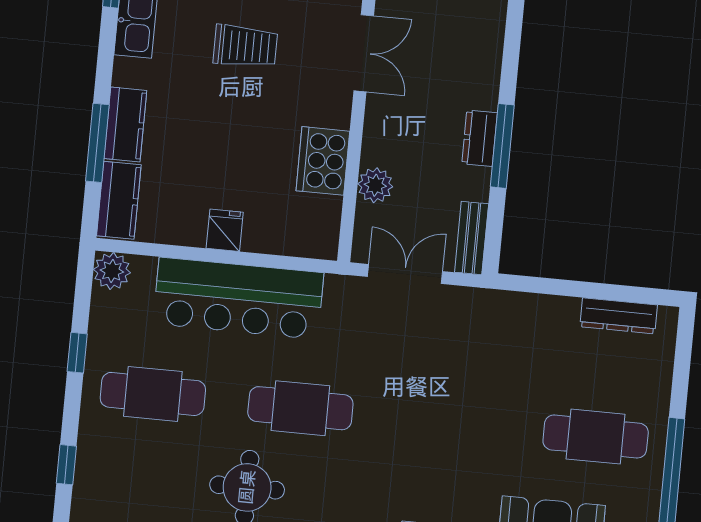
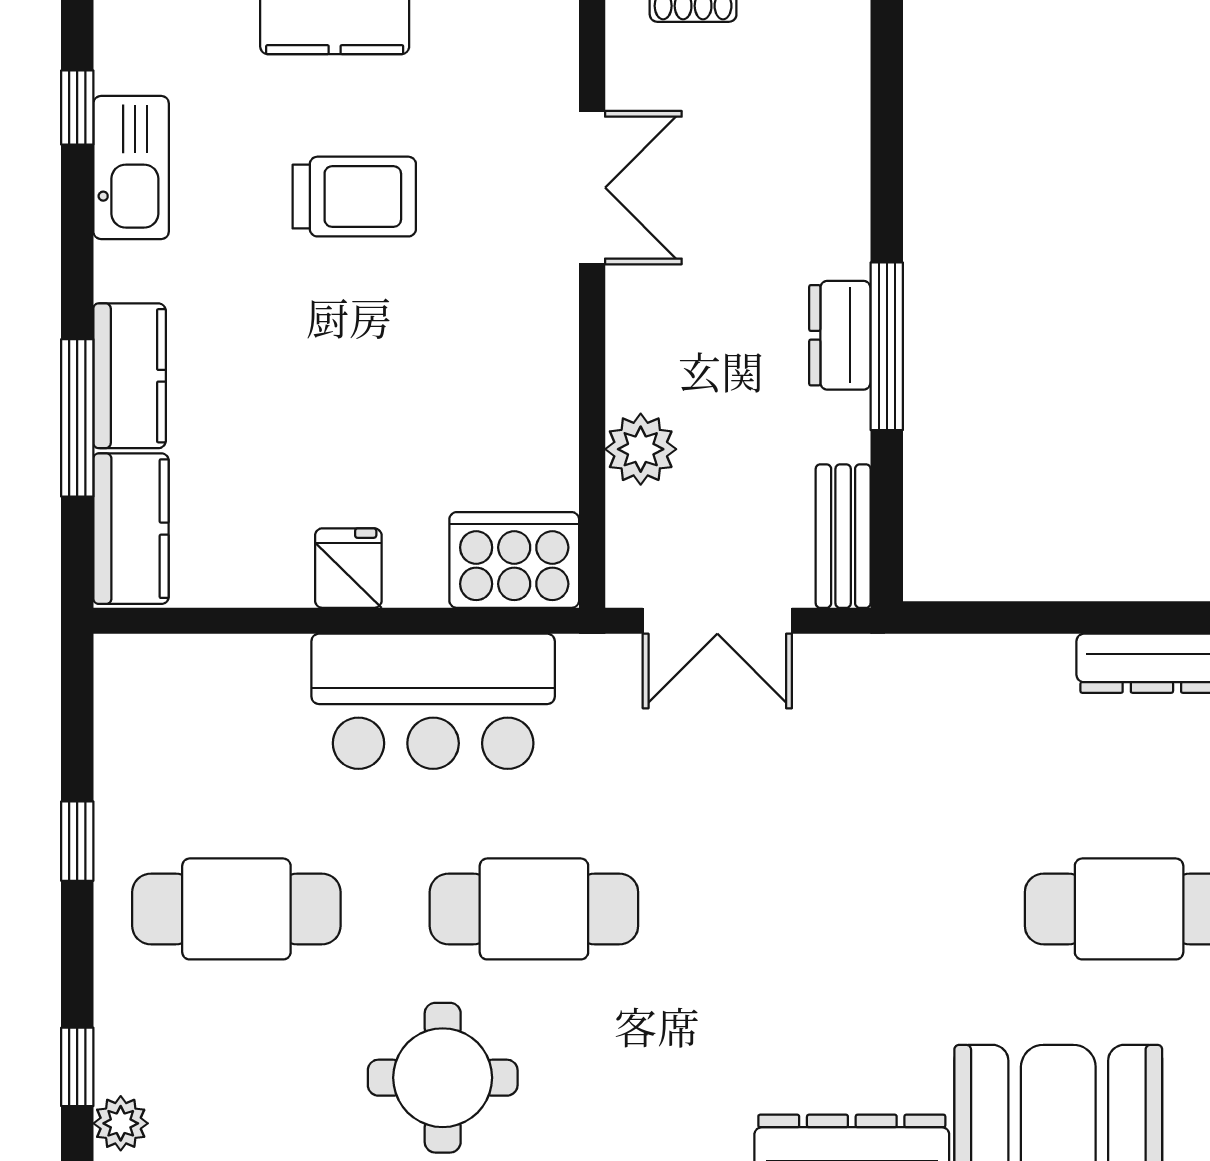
cooker: (323, 161) -> (514, 560), moved, turned 90
plant: (112, 271) -> (121, 1123), moved, width x0.73, depth x0.73
double door: (405, 274) -> (717, 621), swing flipped
bar counter: (238, 298) -> (433, 701), width x0.73

